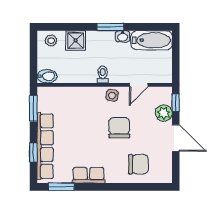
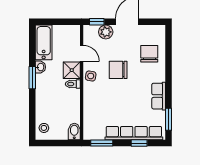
shower: (76, 40) -> (72, 70), moved

